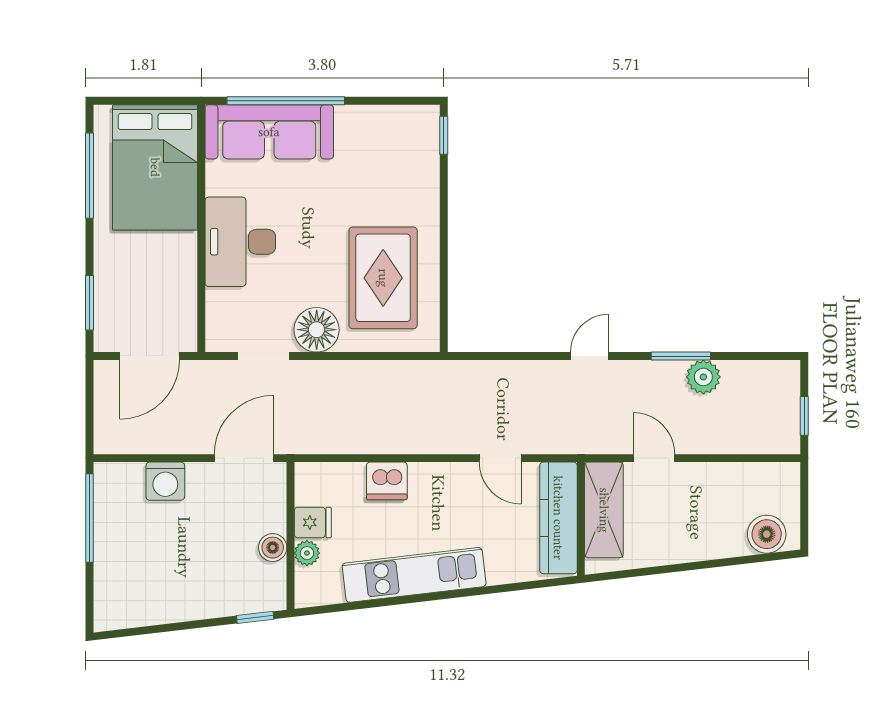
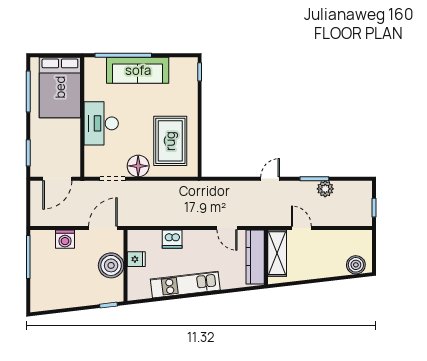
sofa: (269, 132) -> (138, 70), moved
boiler: (273, 548) -> (111, 265), width x1.86, depth x1.86
plant: (307, 553) -> (133, 274), removed

